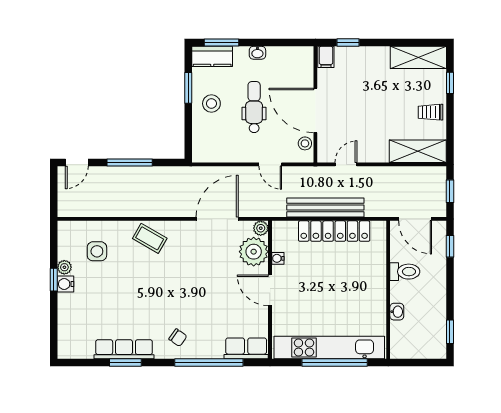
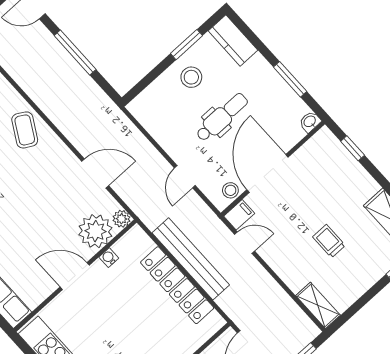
window: (221, 43) -> (290, 79), moved
washbasin: (257, 53) -> (310, 122), moved, turned 90
filing cabinet: (326, 57) -> (239, 215), moved, turned 180
trolley: (431, 112) -> (329, 241), moved
shelving: (418, 151) -> (318, 305), width x0.67, depth x0.75
door: (217, 219) -> (95, 173), width x0.73
door: (270, 290) -> (75, 276), hinge flipped

